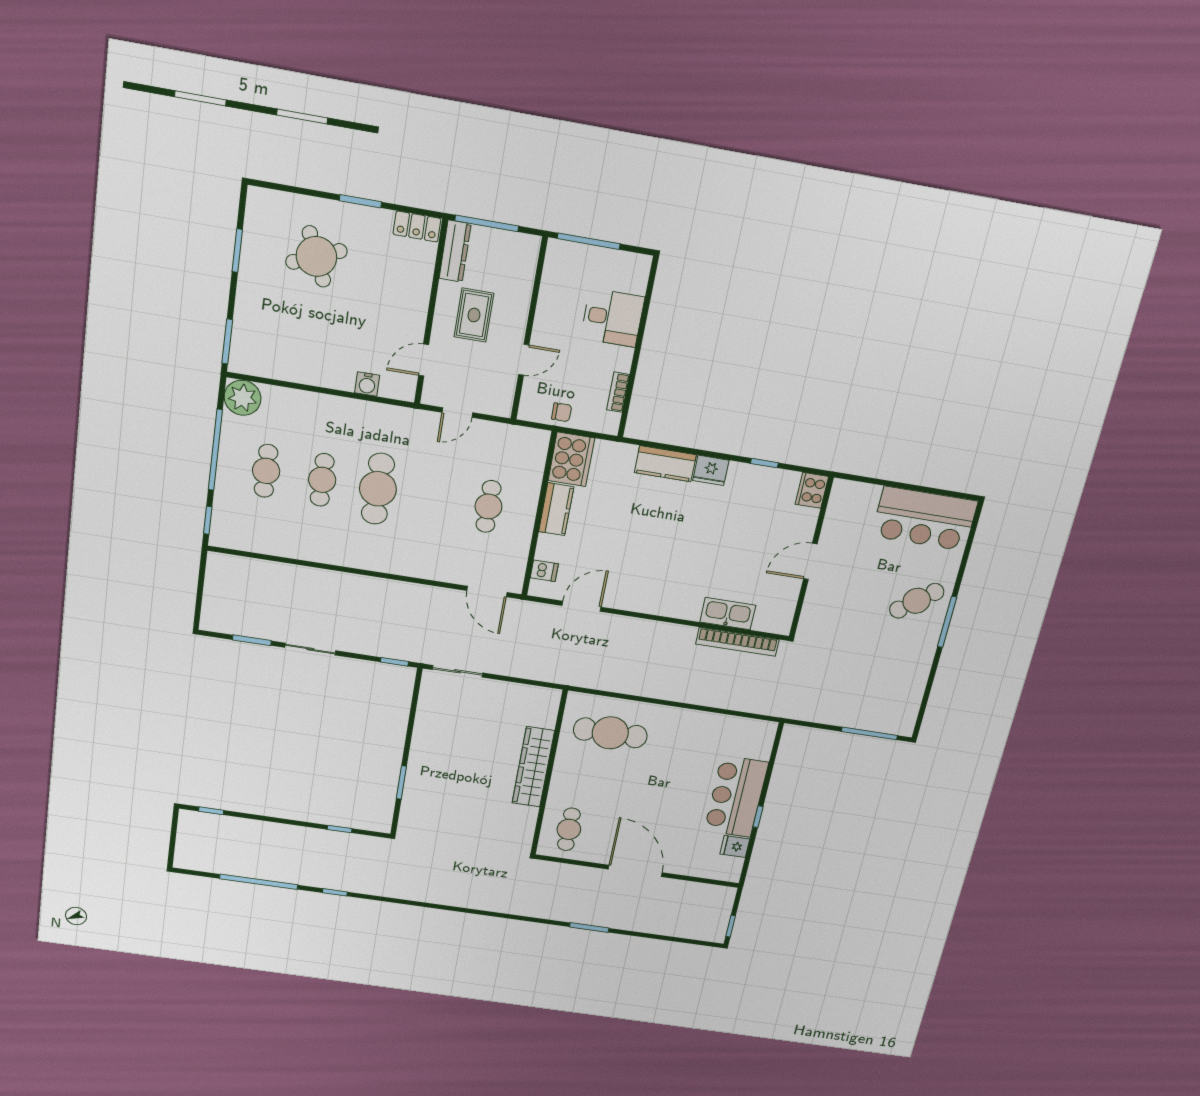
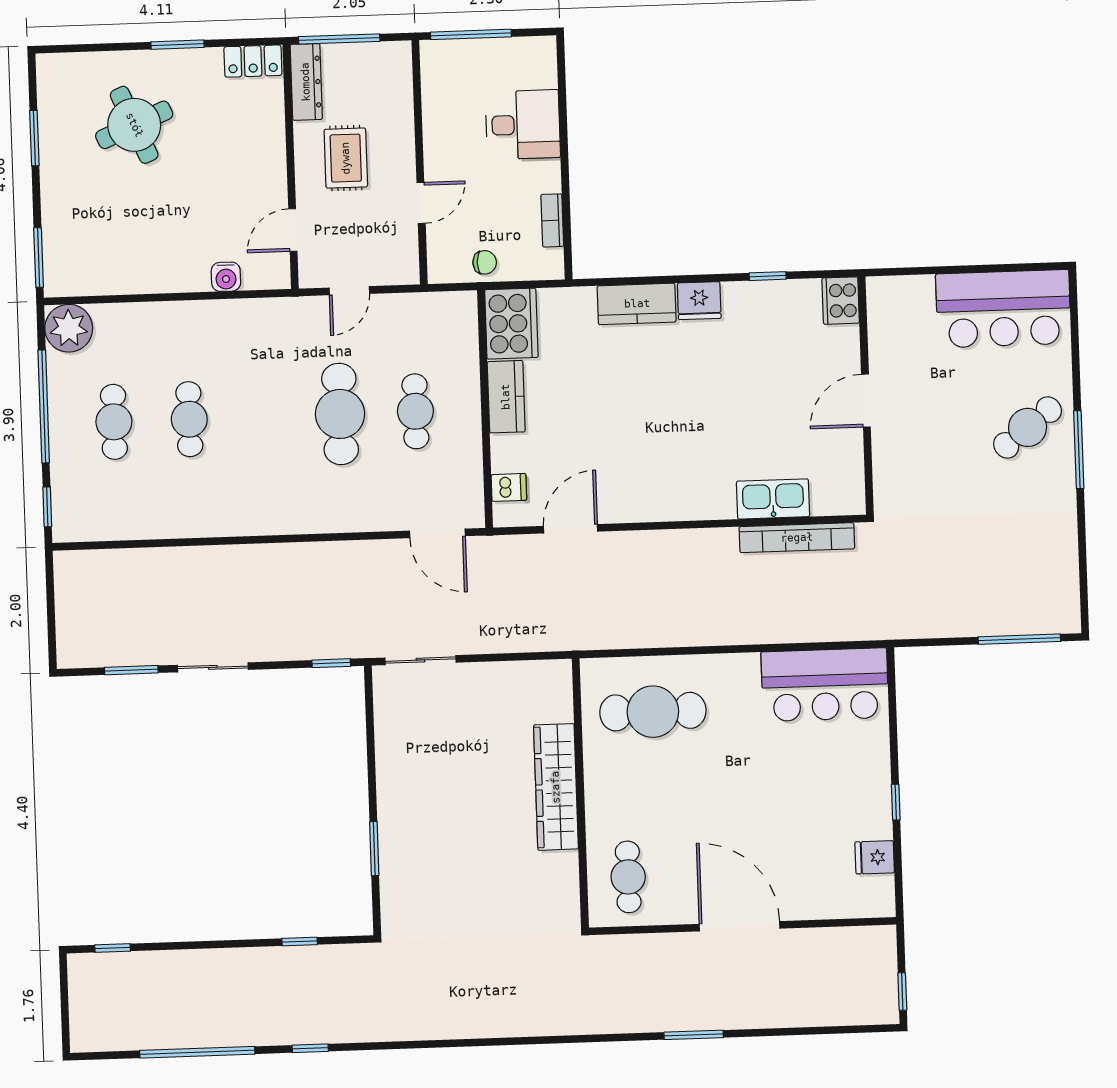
cafe table: (378, 489) -> (340, 414), moved
bar counter: (736, 797) -> (825, 685), moved, turned -90

